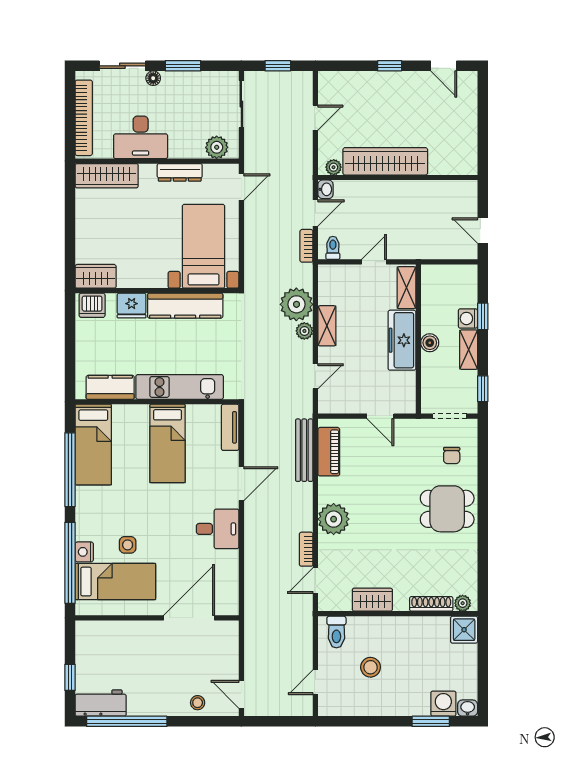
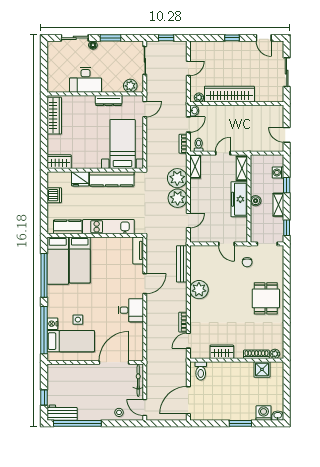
bookcase: (84, 118) -> (52, 68), removed
sliding door: (483, 124) -> (287, 72), added
wardrobe: (107, 176) -> (54, 116), moved, turned -90
dishwasher: (92, 305) -> (54, 195), moved, turned -90
washing machine: (468, 318) -> (278, 173), moved
shelving: (327, 326) -> (195, 166), moved
plant: (304, 331) -> (178, 198), width x1.87, depth x1.87
bed: (168, 443) -> (80, 260), moved
piano: (329, 452) -> (196, 265), removed
chair: (452, 455) -> (247, 262), moved
dining table: (447, 509) -> (266, 298), turned 90
plant: (334, 519) -> (199, 290), moved
shower: (464, 630) -> (262, 369), moved
bicycle: (230, 648) -> (138, 380), added
stool: (371, 667) -> (221, 392), removed
door: (315, 682) -> (188, 400), width x1.88
window: (431, 721) -> (240, 423), moved

